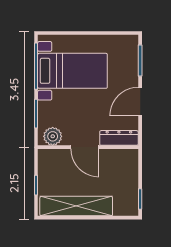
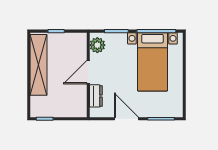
dresser: (119, 138) -> (96, 96), width x0.70

